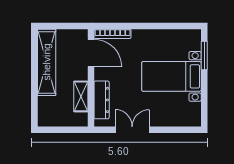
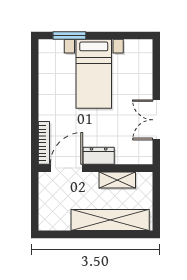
shelving: (47, 62) -> (110, 220), moved
dresser: (102, 100) -> (99, 156), moved, width x0.70

